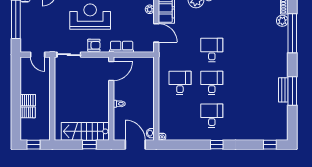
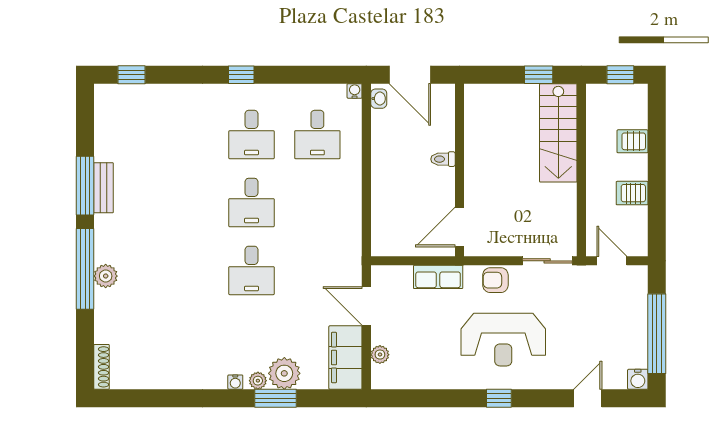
plant: (282, 21) -> (106, 276), moved
window: (292, 33) -> (85, 269), moved
desk: (180, 83) -> (317, 134), moved
server rack: (28, 100) -> (632, 193), moved
stairs: (85, 131) -> (558, 133), moved, turned 90
window: (89, 145) -> (539, 75), moved

